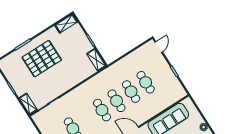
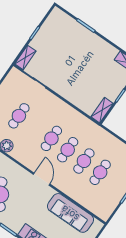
pallet: (42, 59) -> (79, 52), removed

